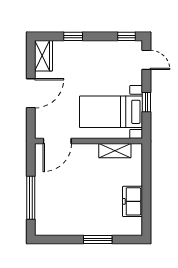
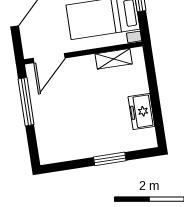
window: (31, 198) -> (26, 102), moved

